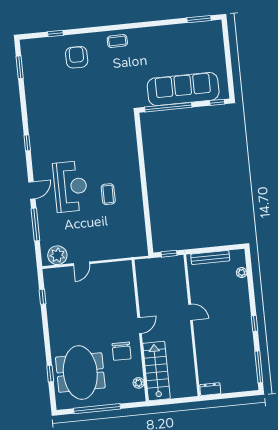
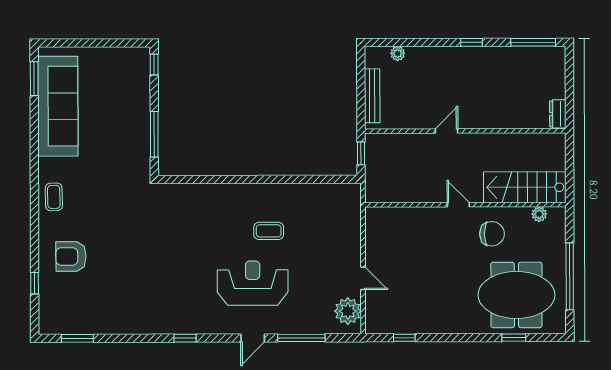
sofa: (183, 89) -> (58, 106), moved, turned 180
window: (168, 107) -> (154, 134), width x0.68
door: (32, 190) -> (253, 338), swing flipped

